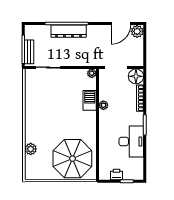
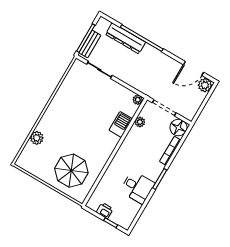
dresser: (69, 31) -> (126, 38), moved
plant: (103, 105) -> (140, 122), moved
desk: (131, 141) -> (137, 187), width x0.73
parasol: (72, 159) -> (71, 171), width x0.73, depth x0.73

